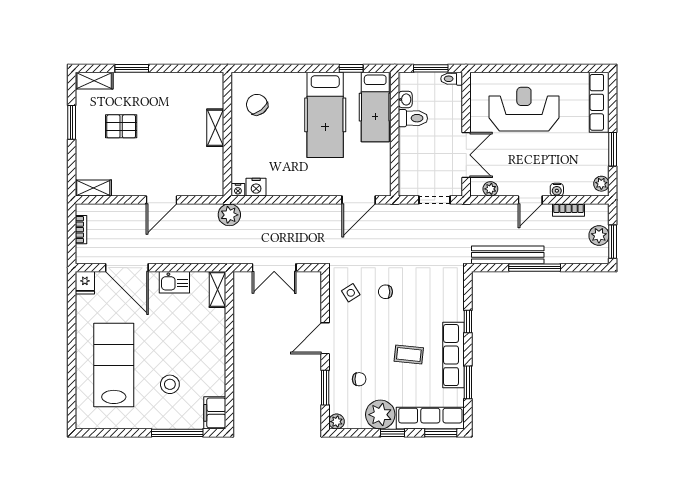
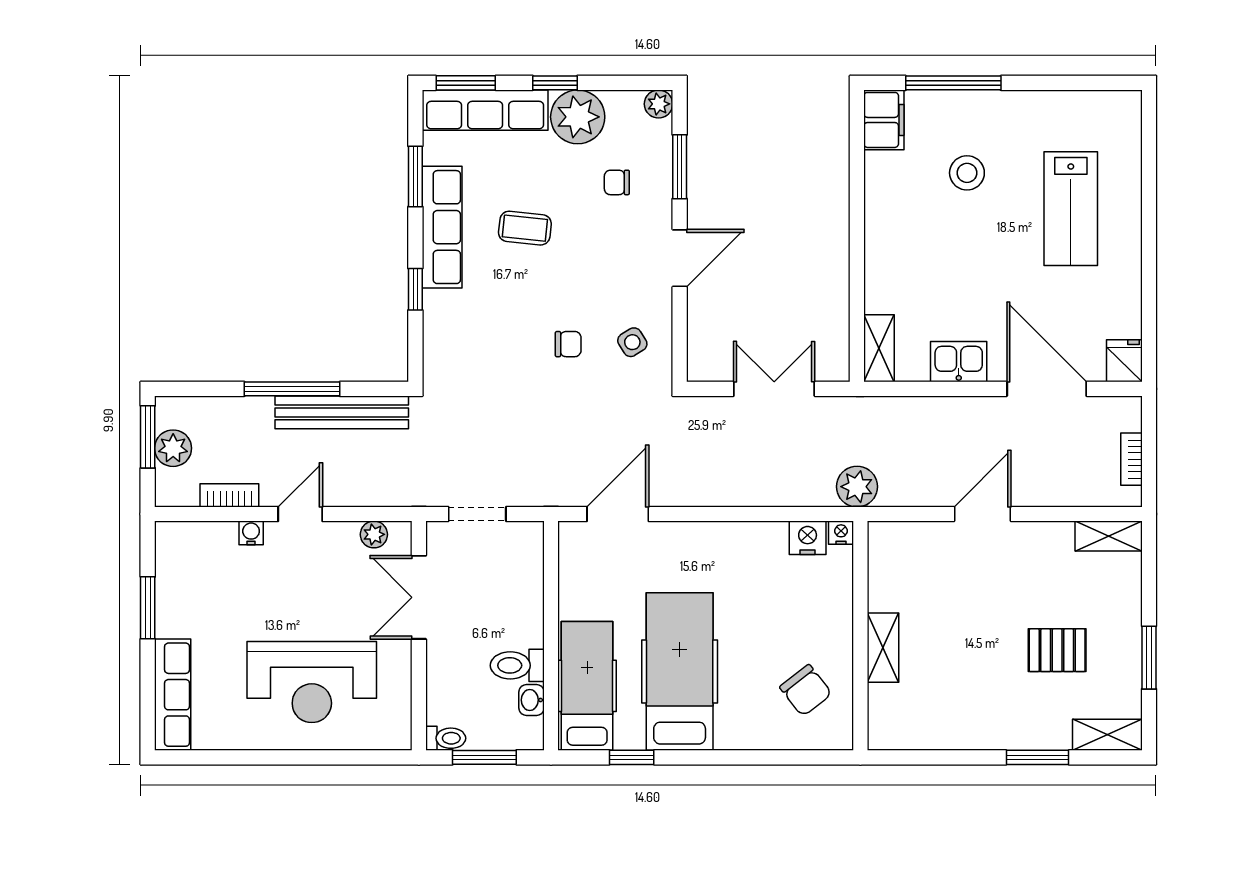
plant: (601, 184) -> (169, 544), removed
lab bench: (114, 365) -> (1071, 209), width x0.73, depth x0.72

